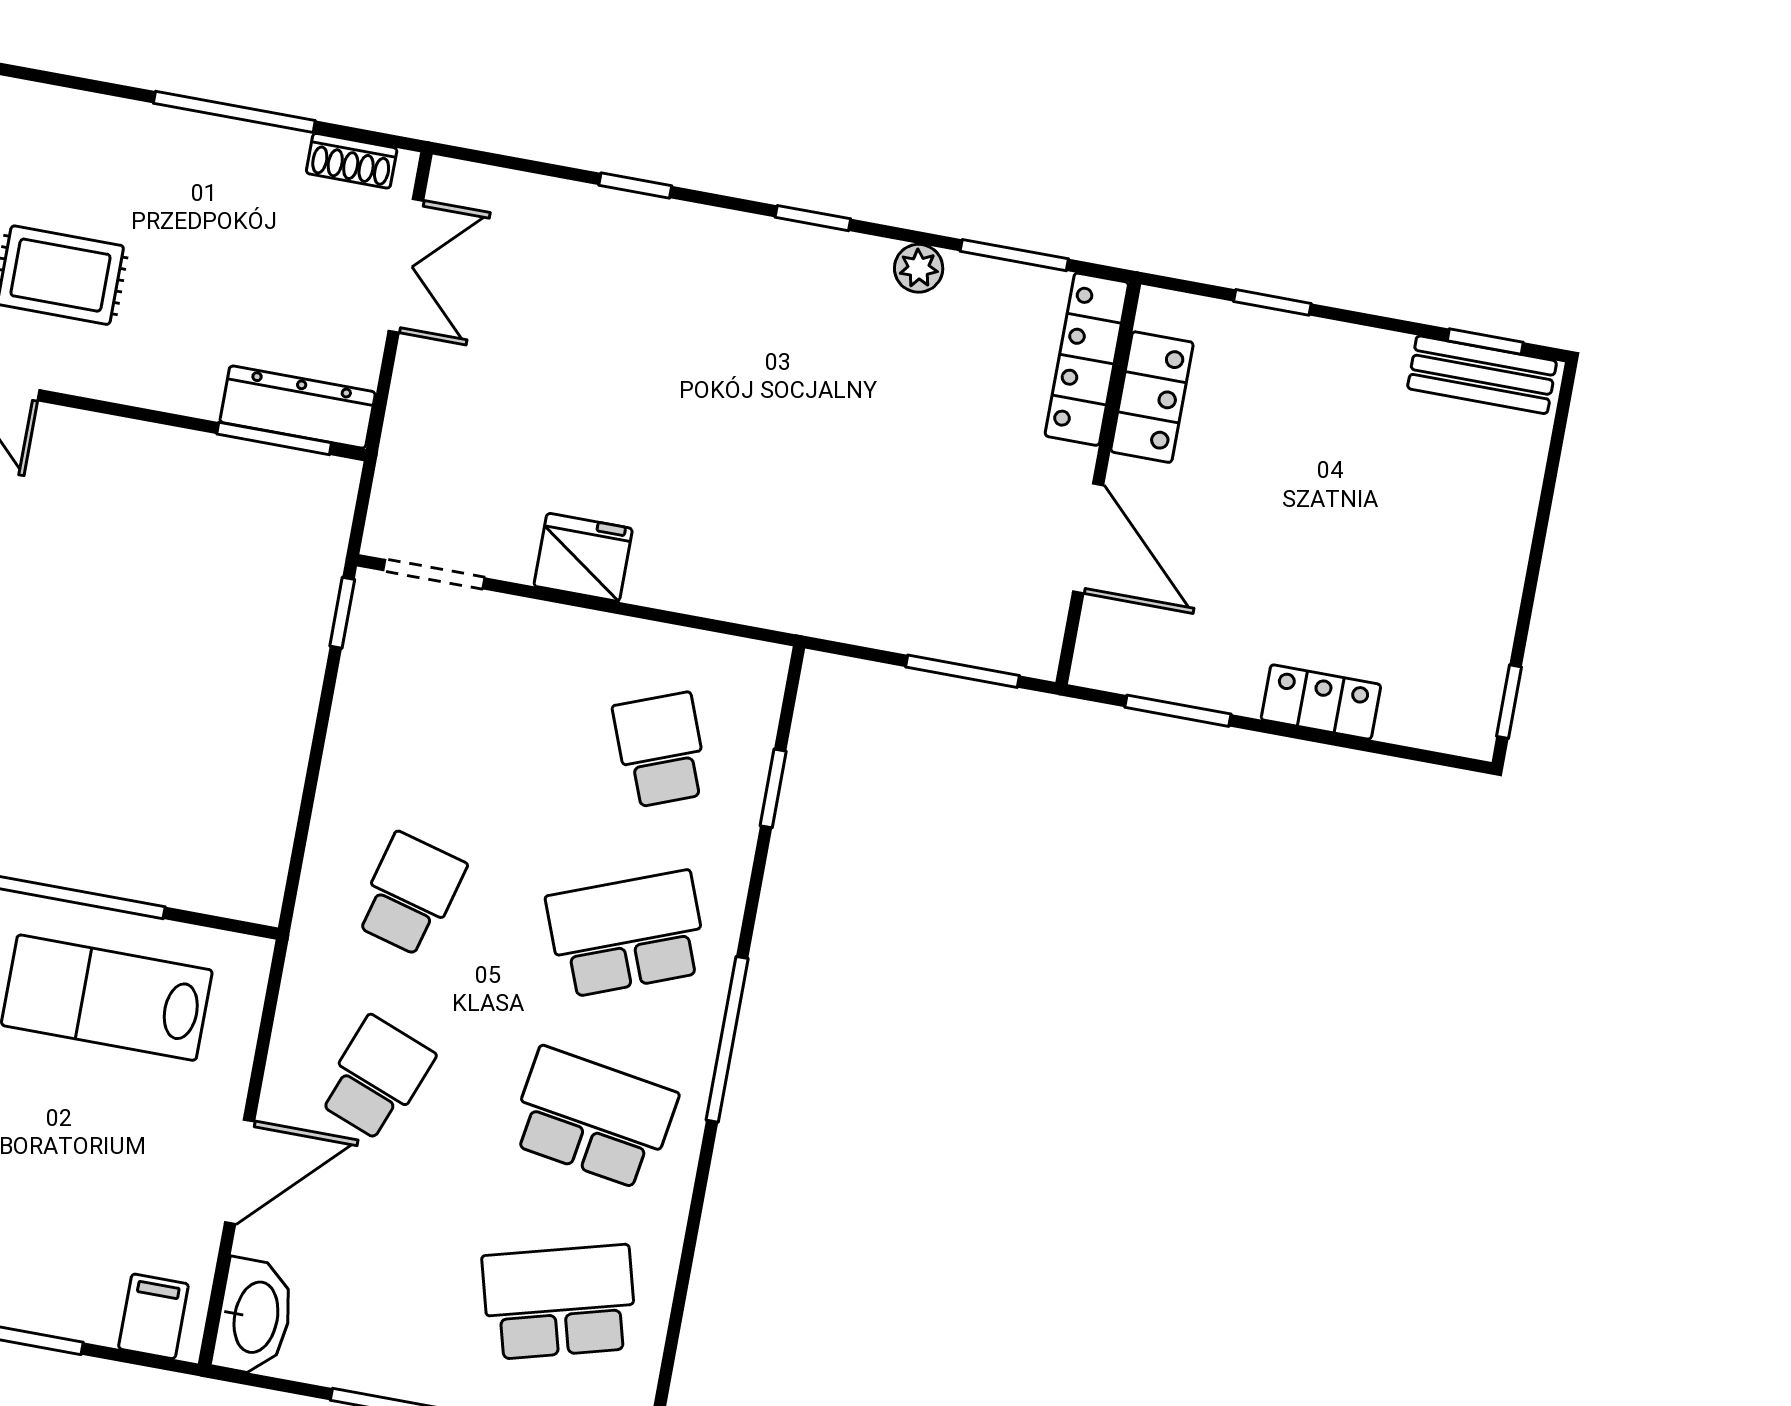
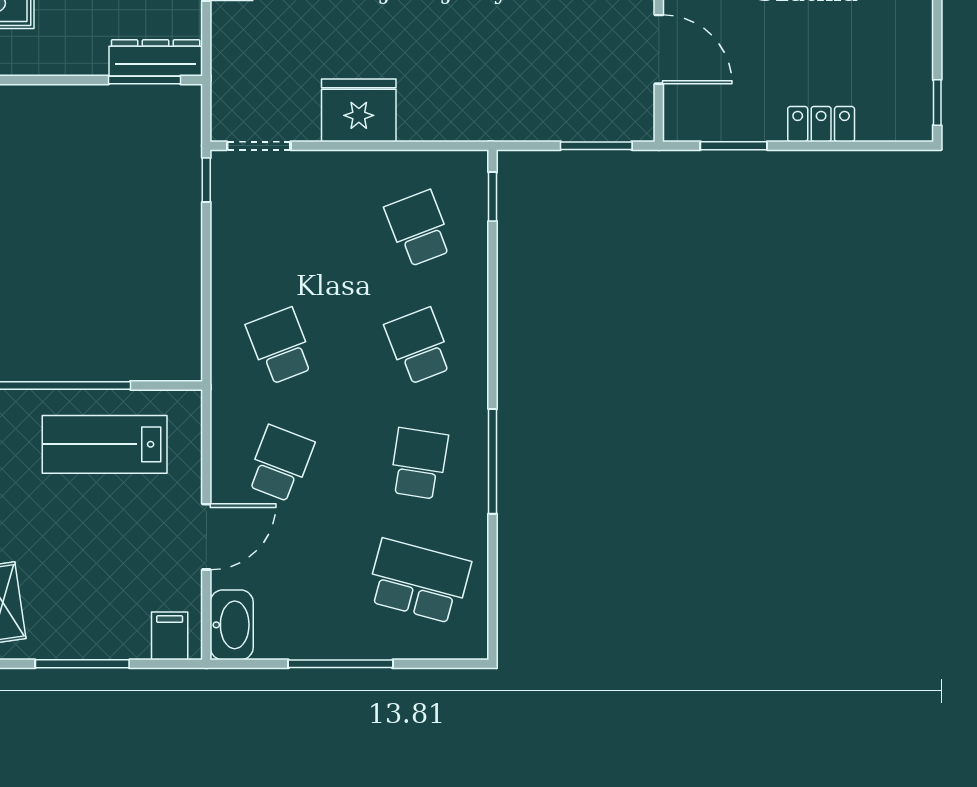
fridge: (583, 557) -> (359, 110), width x1.36, depth x1.34
window: (773, 788) -> (493, 197), moved
school desk: (410, 894) -> (280, 346), turned -36
school desk: (627, 934) -> (419, 346), width x0.54
window: (727, 1039) -> (493, 461), moved
school desk: (593, 1118) -> (419, 464), width x0.54
school desk: (559, 1302) -> (419, 581), turned 30

